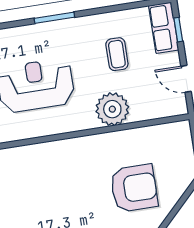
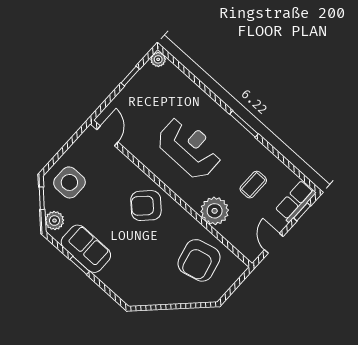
armchair: (56, 168) -> (146, 206), added
armchair: (134, 188) -> (199, 260), moved, turned 76

